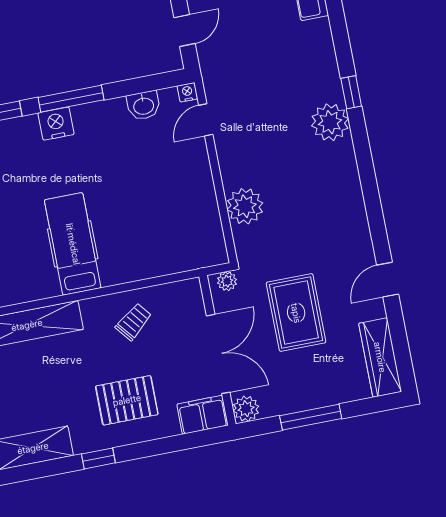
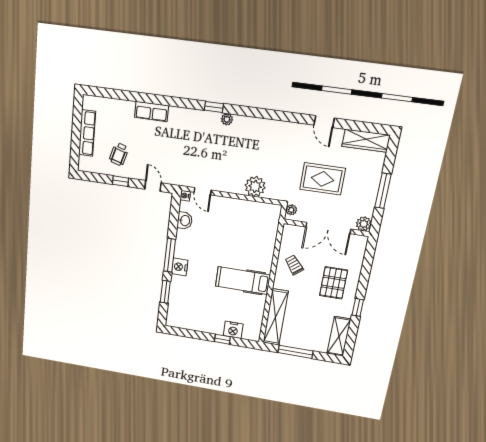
plant: (330, 122) -> (227, 119), width x0.53, depth x0.53
double door: (218, 354) -> (328, 228), swing flipped
filing cabinet: (203, 415) -> (357, 248), removed

